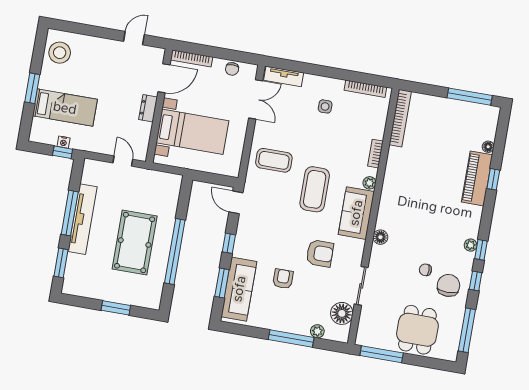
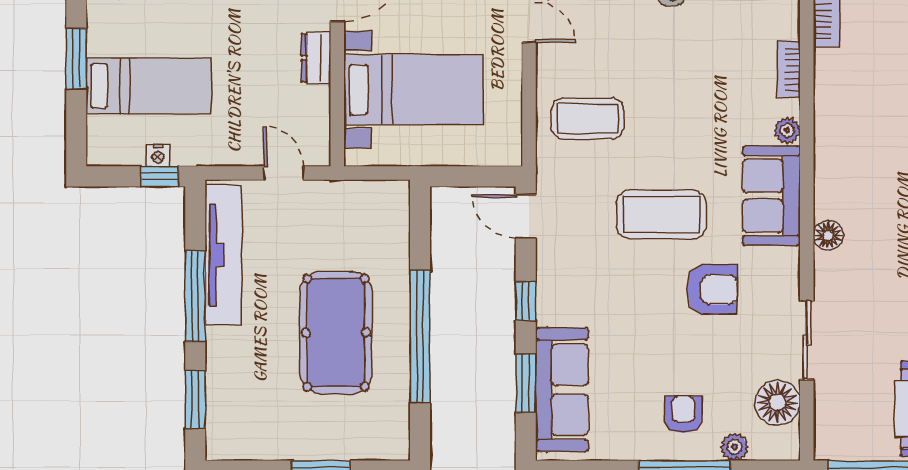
coffee table: (315, 189) -> (661, 214), moved, turned 90
tv unit: (83, 219) -> (223, 255), moved
armchair: (283, 279) -> (683, 414), moved

